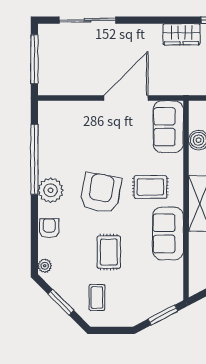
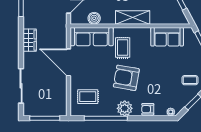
wardrobe: (182, 34) -> (30, 40), moved
sofa: (168, 127) -> (92, 37), width x1.36
sofa: (168, 233) -> (167, 37), moved
rug: (109, 252) -> (88, 97), moved

